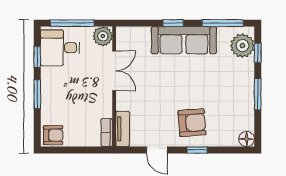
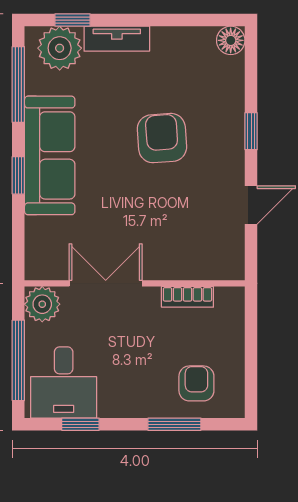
window: (37, 94) -> (174, 424), moved
window: (258, 94) -> (149, 20), removed
armchair: (192, 123) -> (162, 138), moved
tv unit: (123, 129) -> (117, 39), moved, turned 180
bookcase: (107, 133) -> (187, 297), moved
armchair: (53, 135) -> (196, 383), moved

